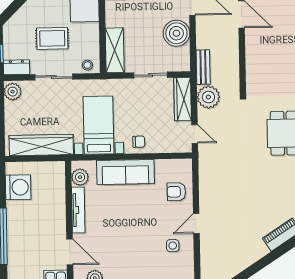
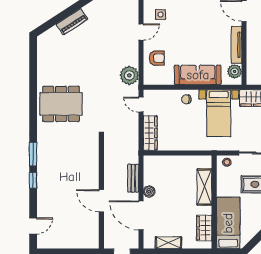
boiler: (176, 33) -> (149, 191), width x0.54, depth x0.54
shelving: (115, 50) -> (204, 187), moved
bench: (203, 67) -> (133, 178), moved
sliding door: (151, 75) -> (176, 153), removed
plant: (208, 97) -> (129, 75), moved

